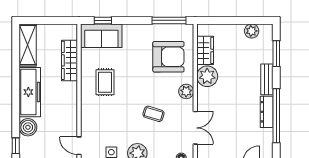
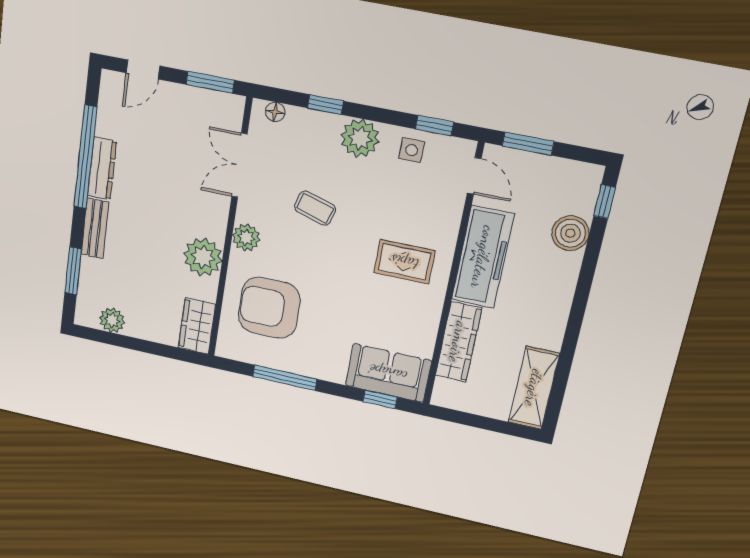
window: (169, 20) -> (285, 378), moved
wardrobe: (205, 50) -> (197, 326), moved
rug: (105, 82) -> (404, 262), moved, turned 90
freezer: (30, 92) -> (483, 257), moved, turned 180

